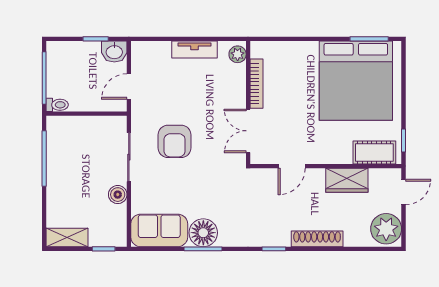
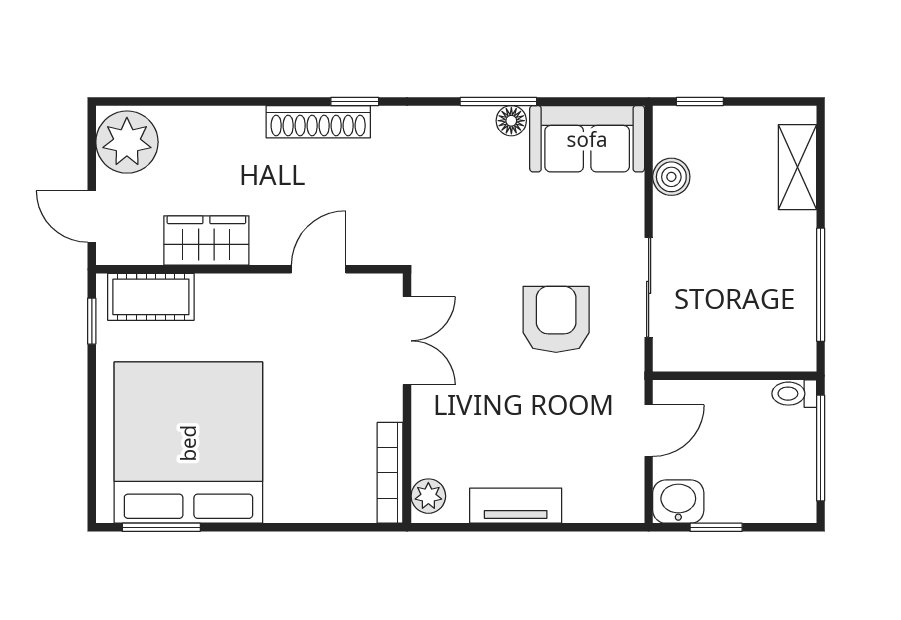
bookcase: (256, 84) -> (390, 473), moved
door: (403, 192) -> (92, 217), hinge flipped
boiler: (118, 195) -> (671, 177), moved
floor lamp: (203, 233) -> (511, 121), width x0.53, depth x0.53
shelving: (67, 237) -> (797, 167), moved, turned 90
shoe rack: (317, 239) -> (318, 122), moved

